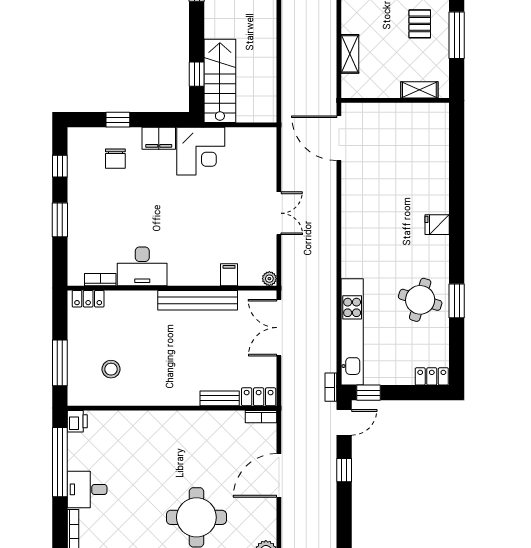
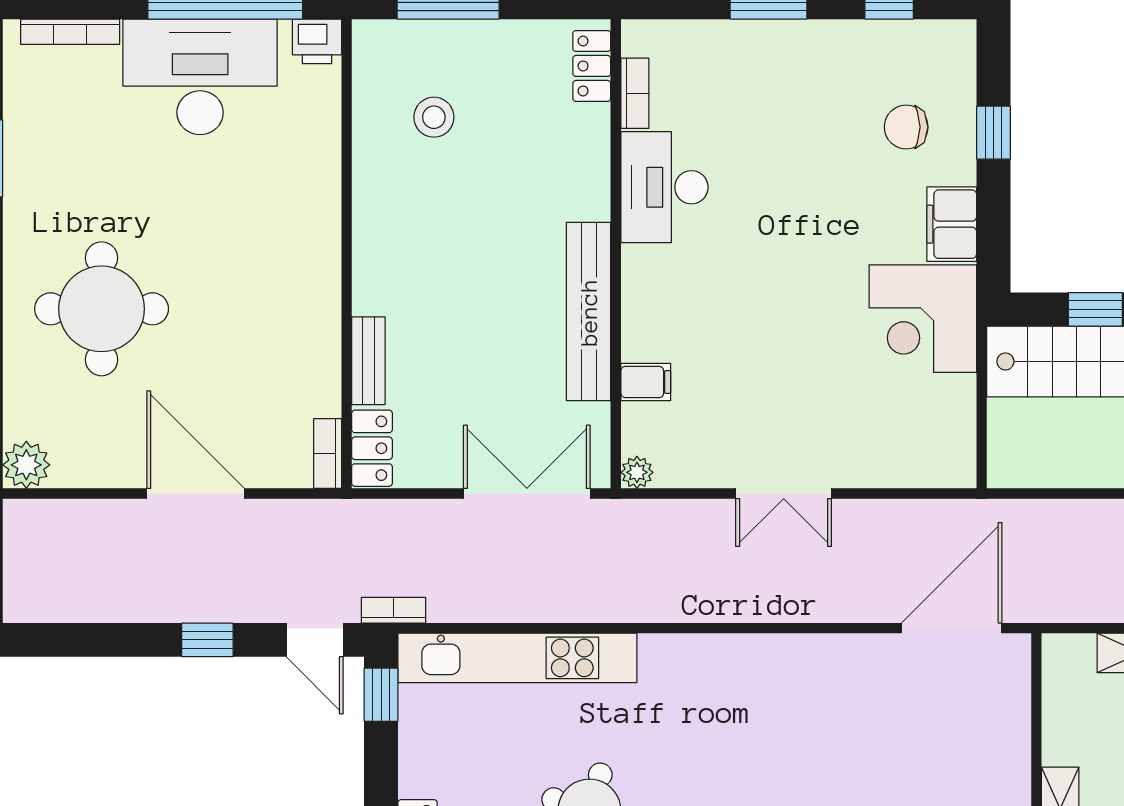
desk: (87, 489) -> (200, 77), width x1.87, depth x1.30

